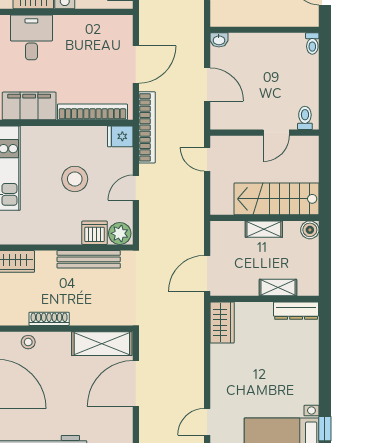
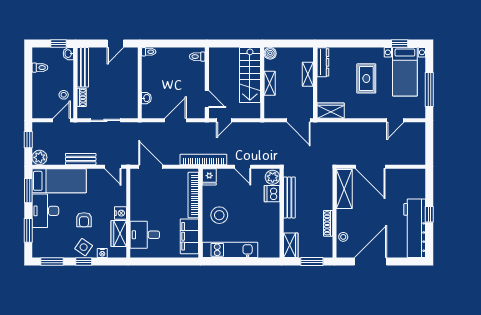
washbasin: (219, 40) -> (146, 98), moved
door: (136, 64) -> (151, 167), moved
door: (276, 133) -> (207, 99), moved
stool: (75, 179) -> (219, 215), moved
rug: (271, 377) -> (366, 78), added
door: (207, 422) -> (395, 120), hinge flipped

